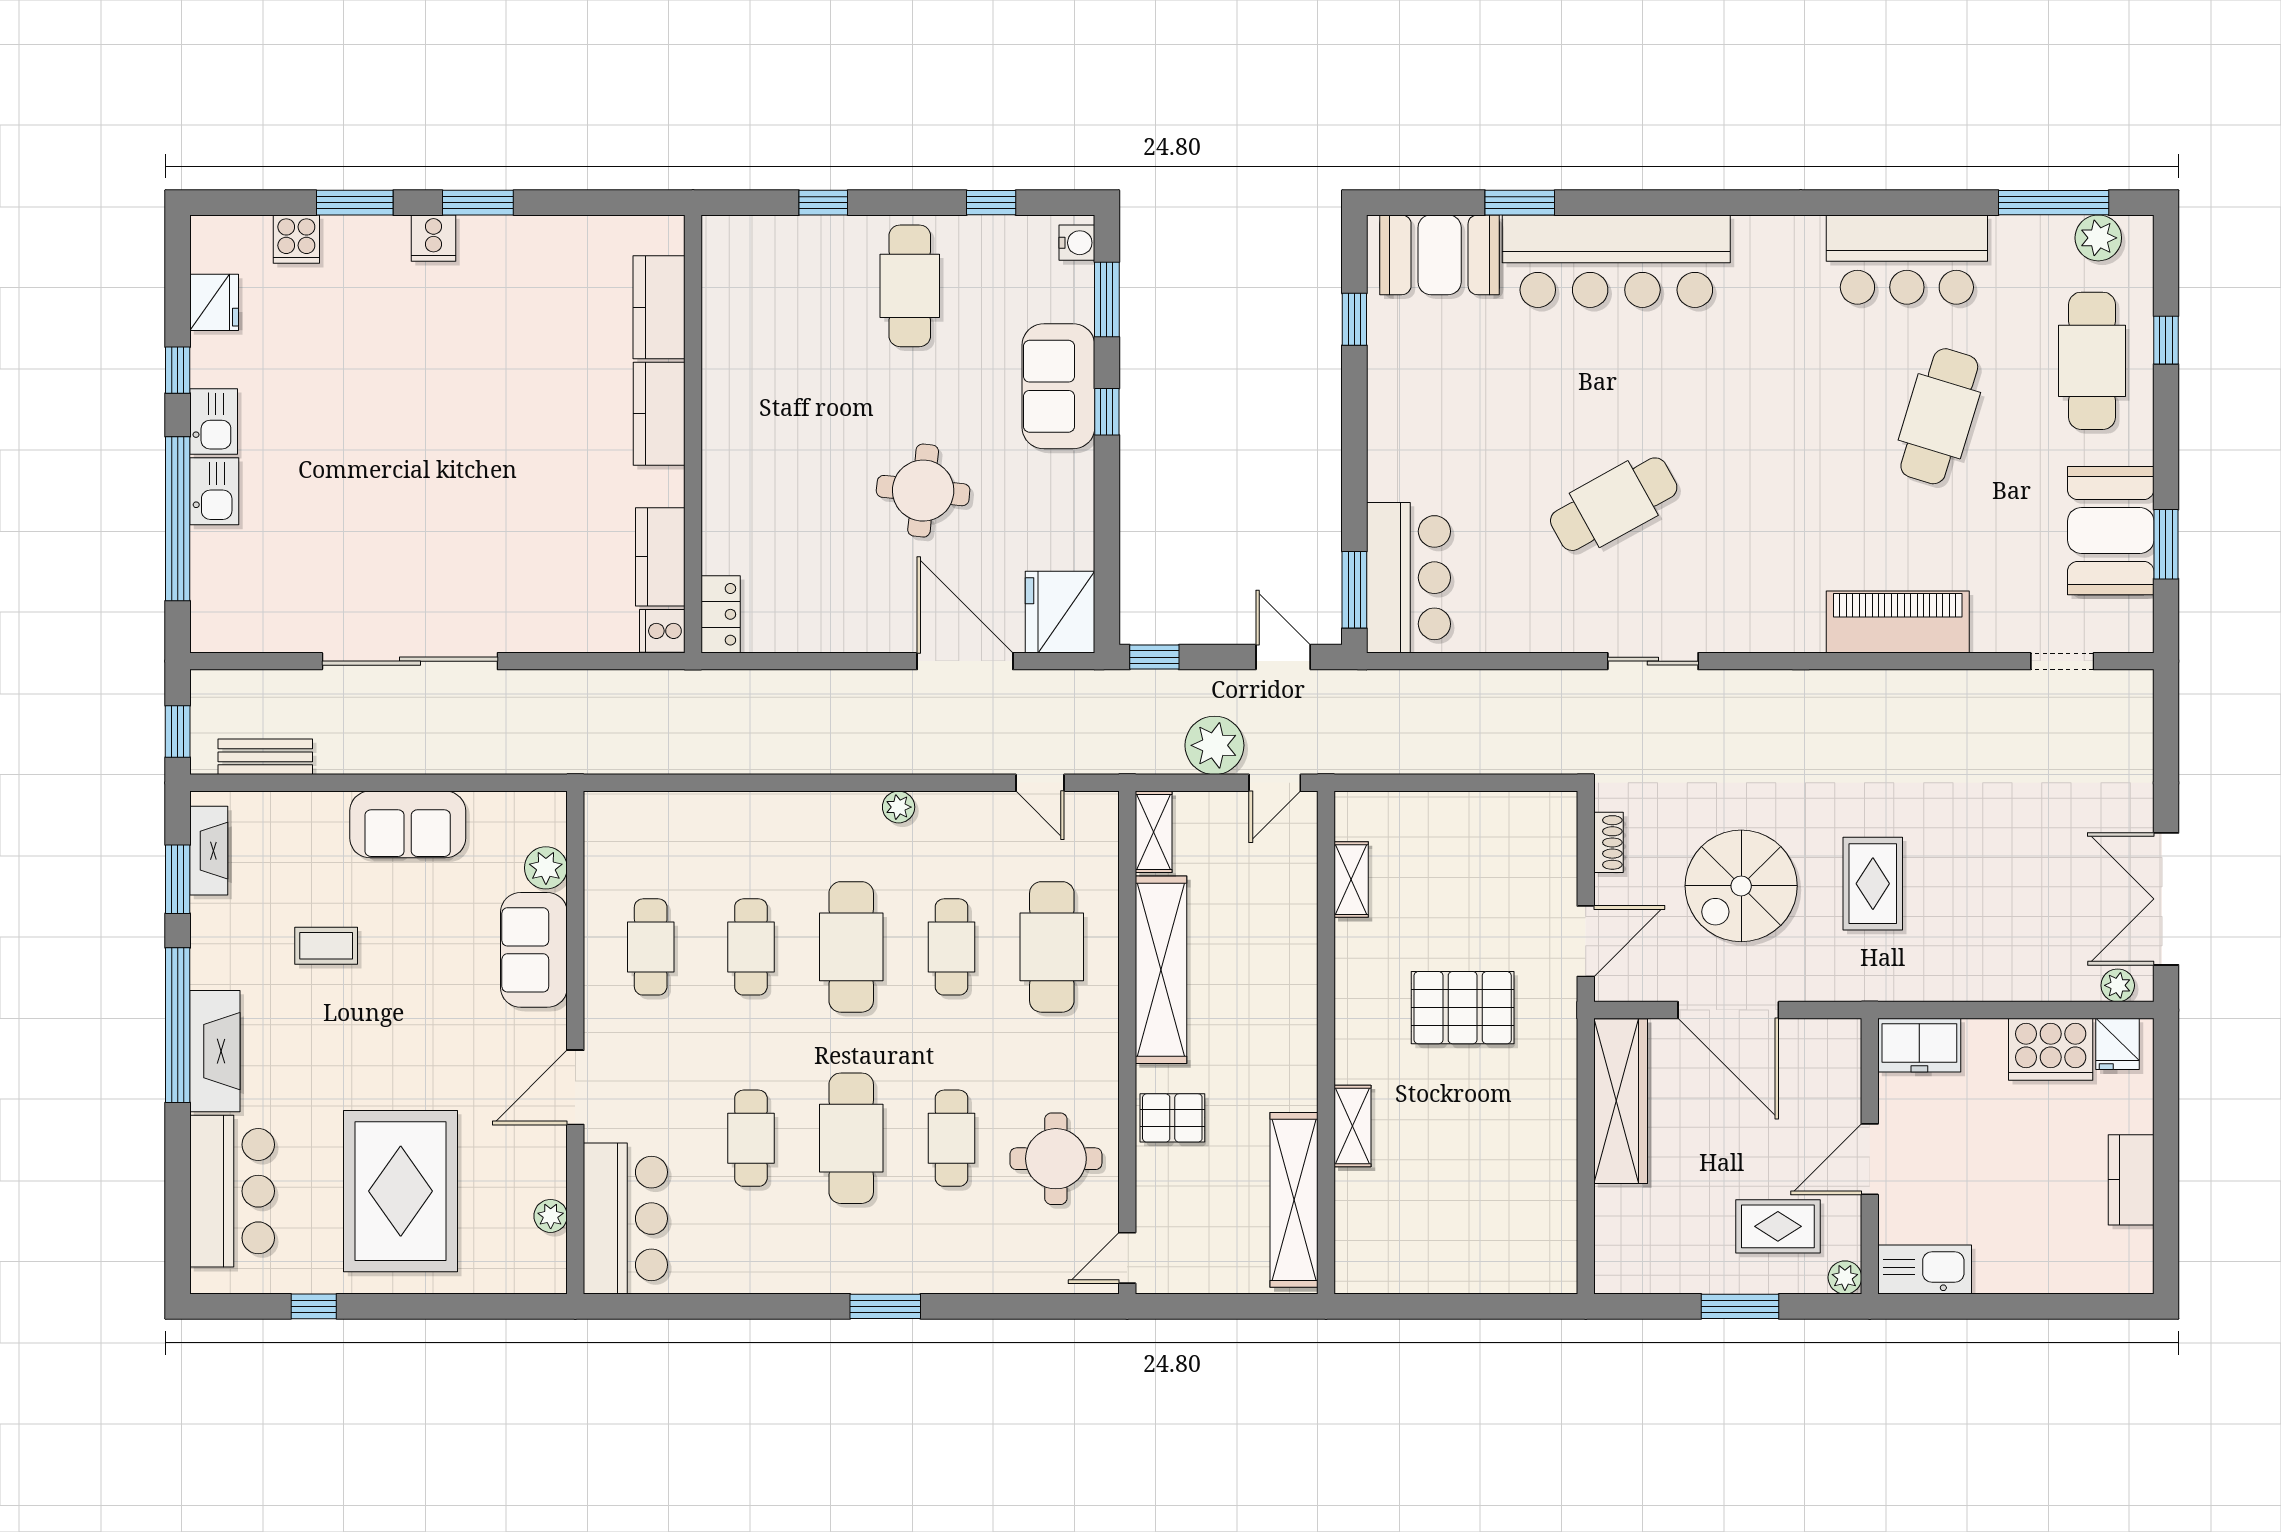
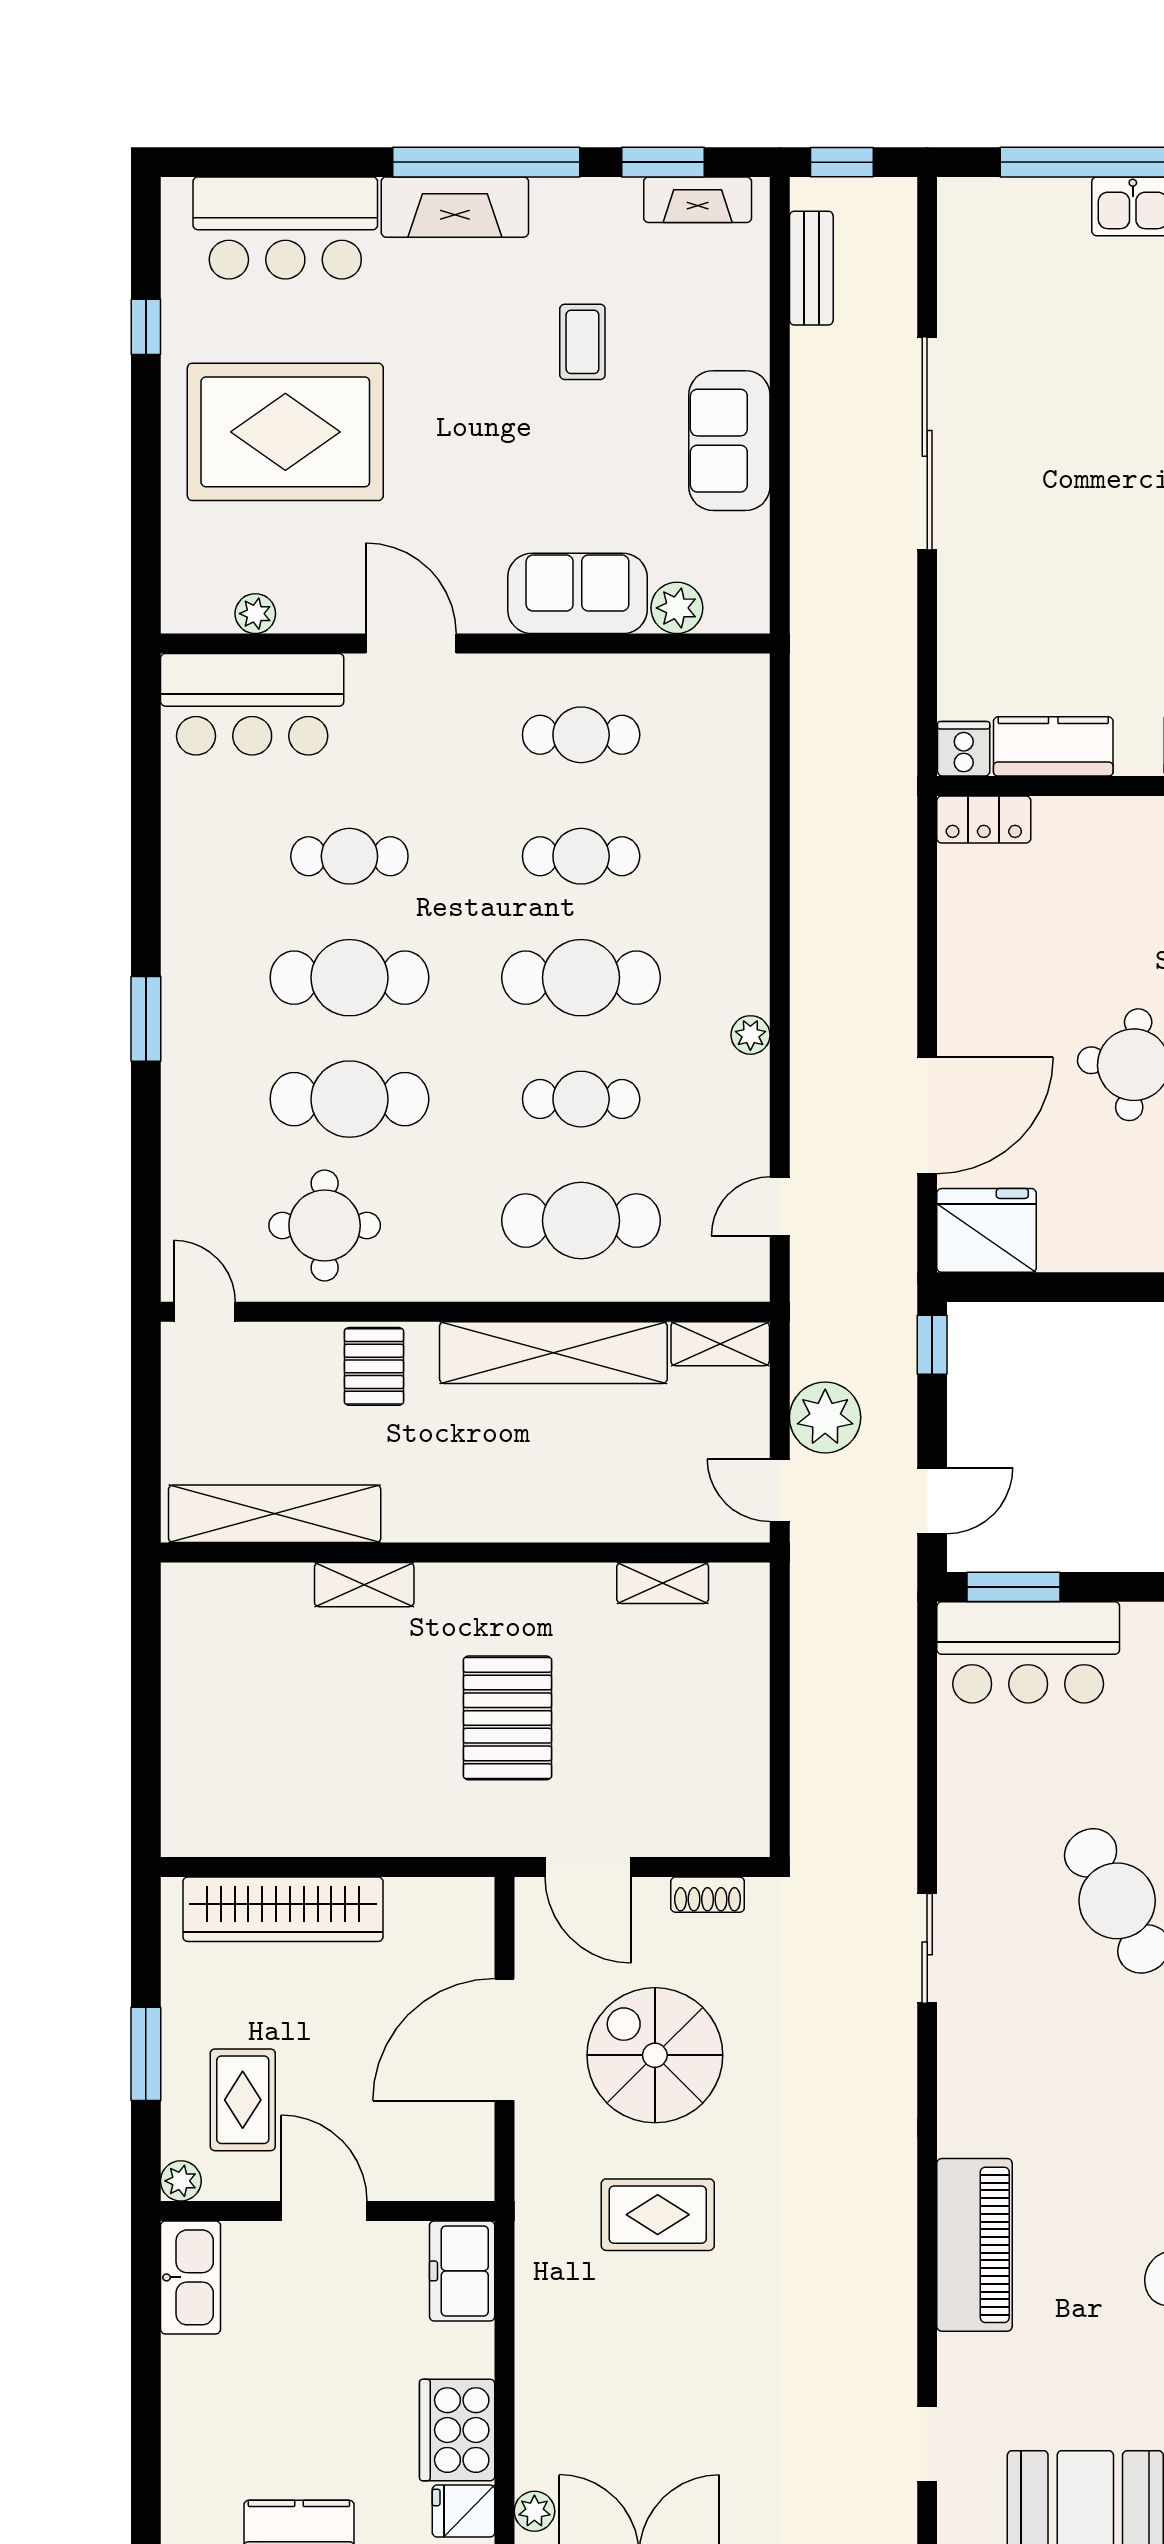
wardrobe: (1621, 1101) -> (283, 1909), moved
cafe table: (952, 1138) -> (349, 1099), width x1.37, depth x1.35

